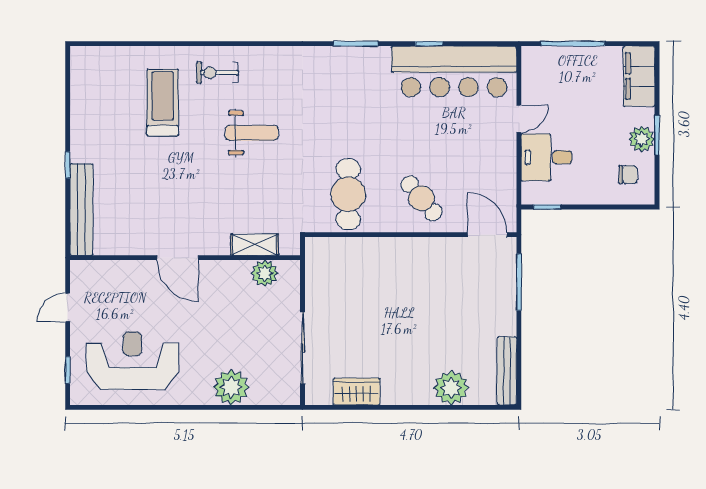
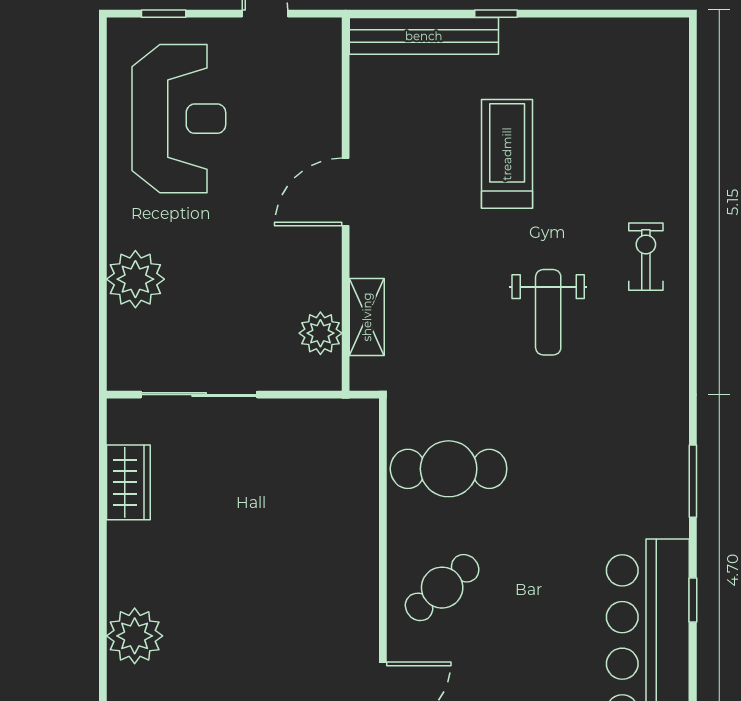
treadmill: (163, 103) -> (507, 154), moved, turned -90

